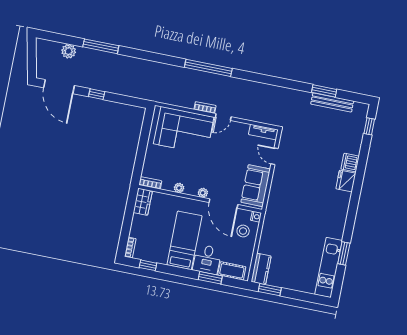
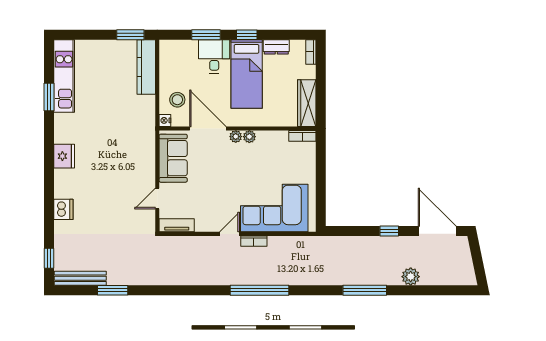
window: (101, 46) -> (365, 290), moved
plant: (69, 51) -> (411, 277), moved
bench: (332, 102) -> (80, 278), moved
door: (274, 156) -> (157, 199), swing flipped
fridge: (346, 181) -> (64, 156), moved
plant: (179, 188) -> (249, 137), moved
wardrobe: (143, 202) -> (307, 103), width x1.50
dresser: (157, 257) -> (276, 47), added
window: (148, 265) -> (247, 35), moved
kitchen counter: (261, 269) -> (146, 67), width x1.50
cot: (232, 271) -> (181, 48), removed

